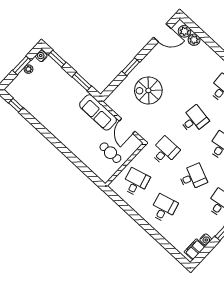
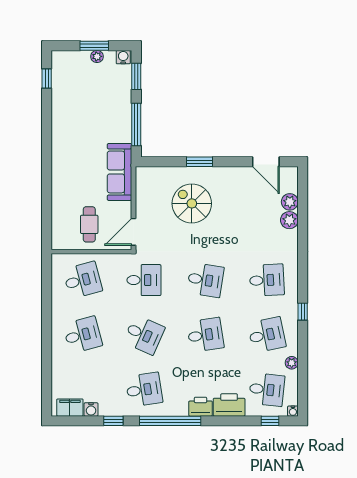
plant: (185, 31) -> (289, 220), moved
window: (82, 81) -> (136, 125), width x1.44
door: (127, 126) -> (133, 232), moved

